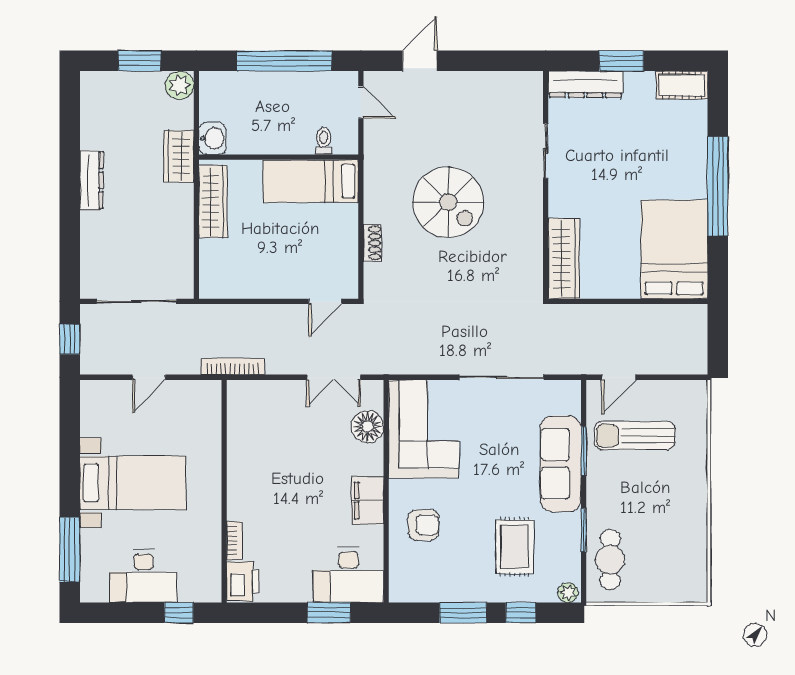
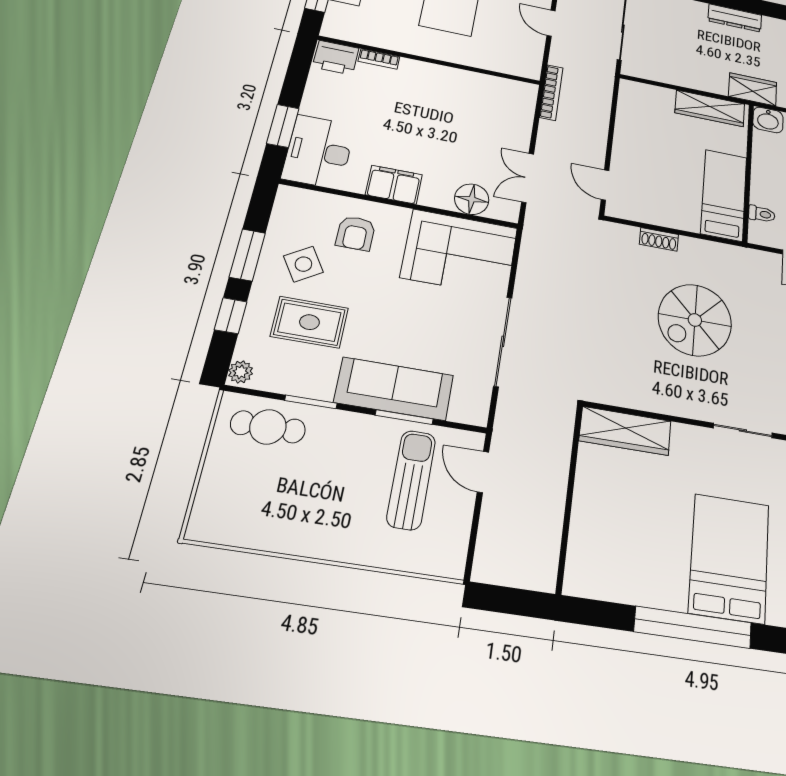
bed: (674, 249) -> (729, 558), moved, turned -90
side table: (462, 564) -> (303, 264), added

